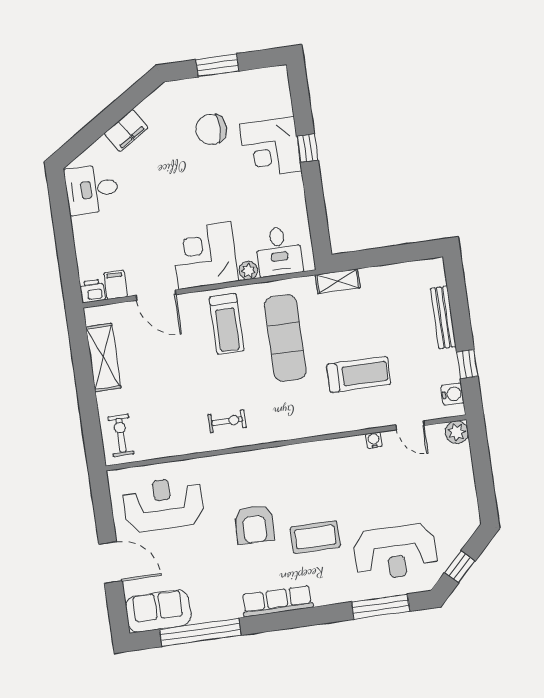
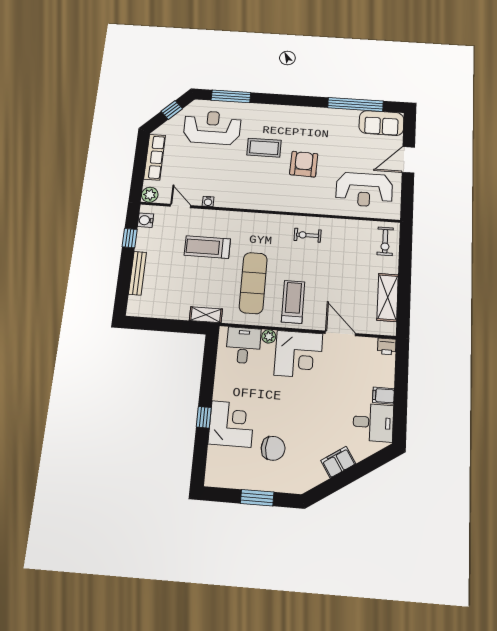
filing cabinet: (116, 285) -> (383, 396), moved, turned 90
door: (110, 562) -> (408, 160), hinge flipped
row of seats: (277, 601) -> (155, 157), moved, turned -90

